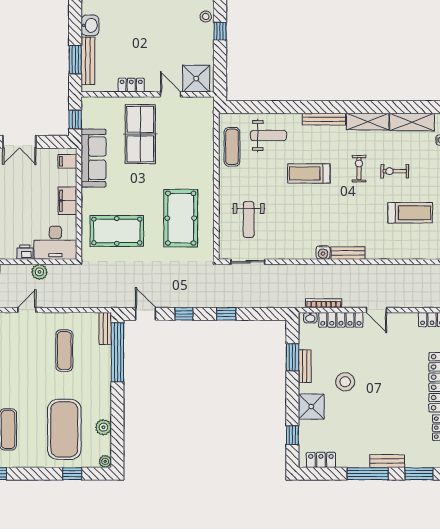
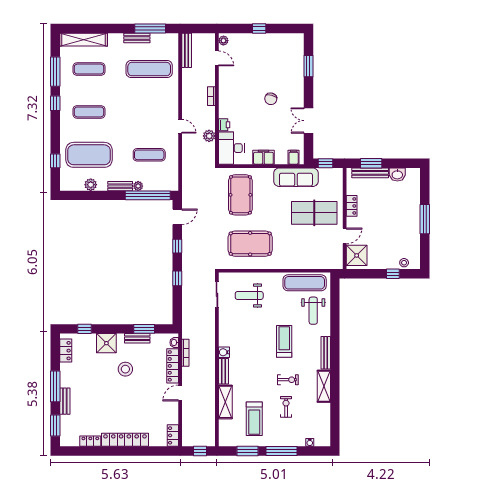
shelving: (412, 122) -> (225, 402), moved
exercise mat: (232, 147) -> (305, 283), width x1.36, depth x1.45
bench: (105, 328) -> (120, 186), moved
plant: (105, 461) -> (138, 186), moved

